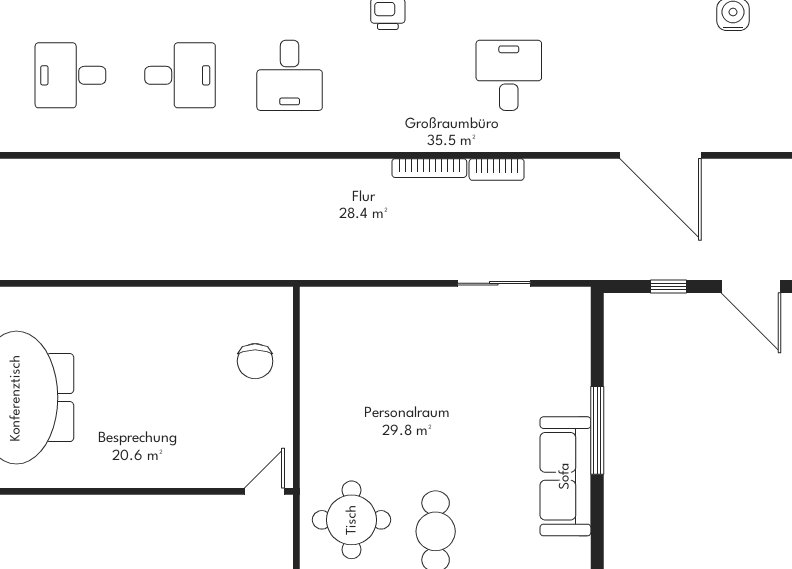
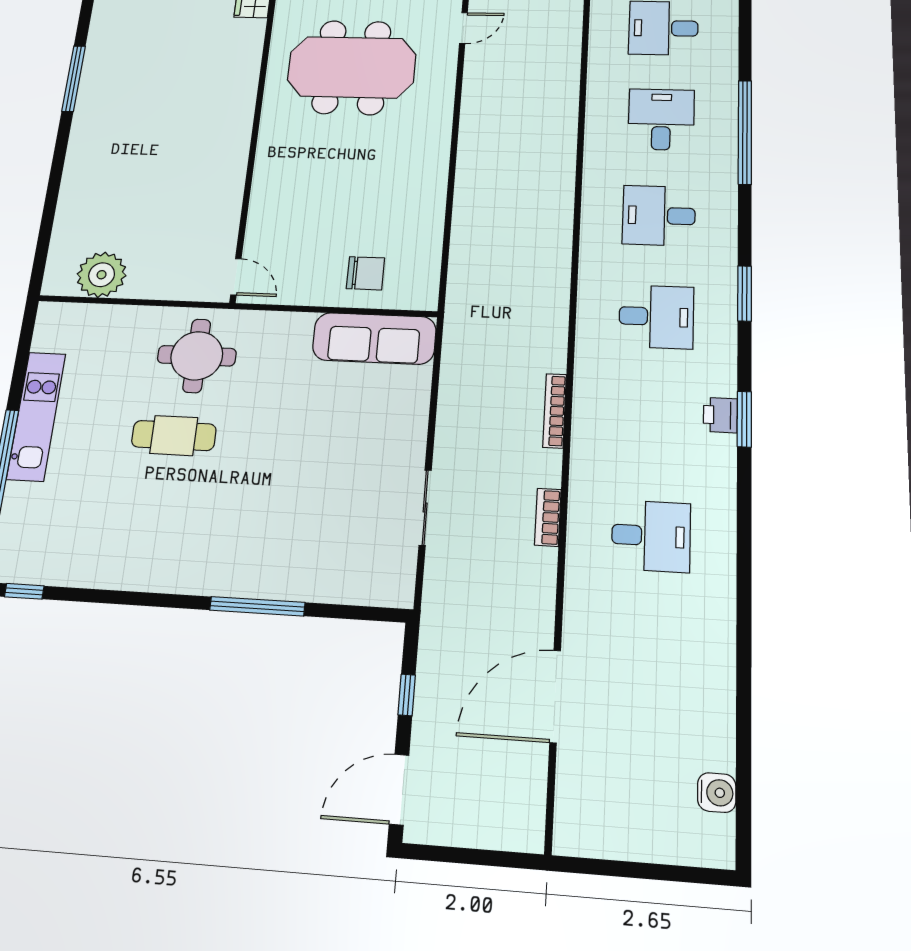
desk: (180, 75) -> (659, 216), turned 90
desk: (290, 75) -> (656, 317), turned 180
bookcase: (429, 168) -> (555, 411), moved
chair: (255, 361) -> (365, 273), turned 180
sofa: (565, 476) -> (374, 338), moved, turned 180

